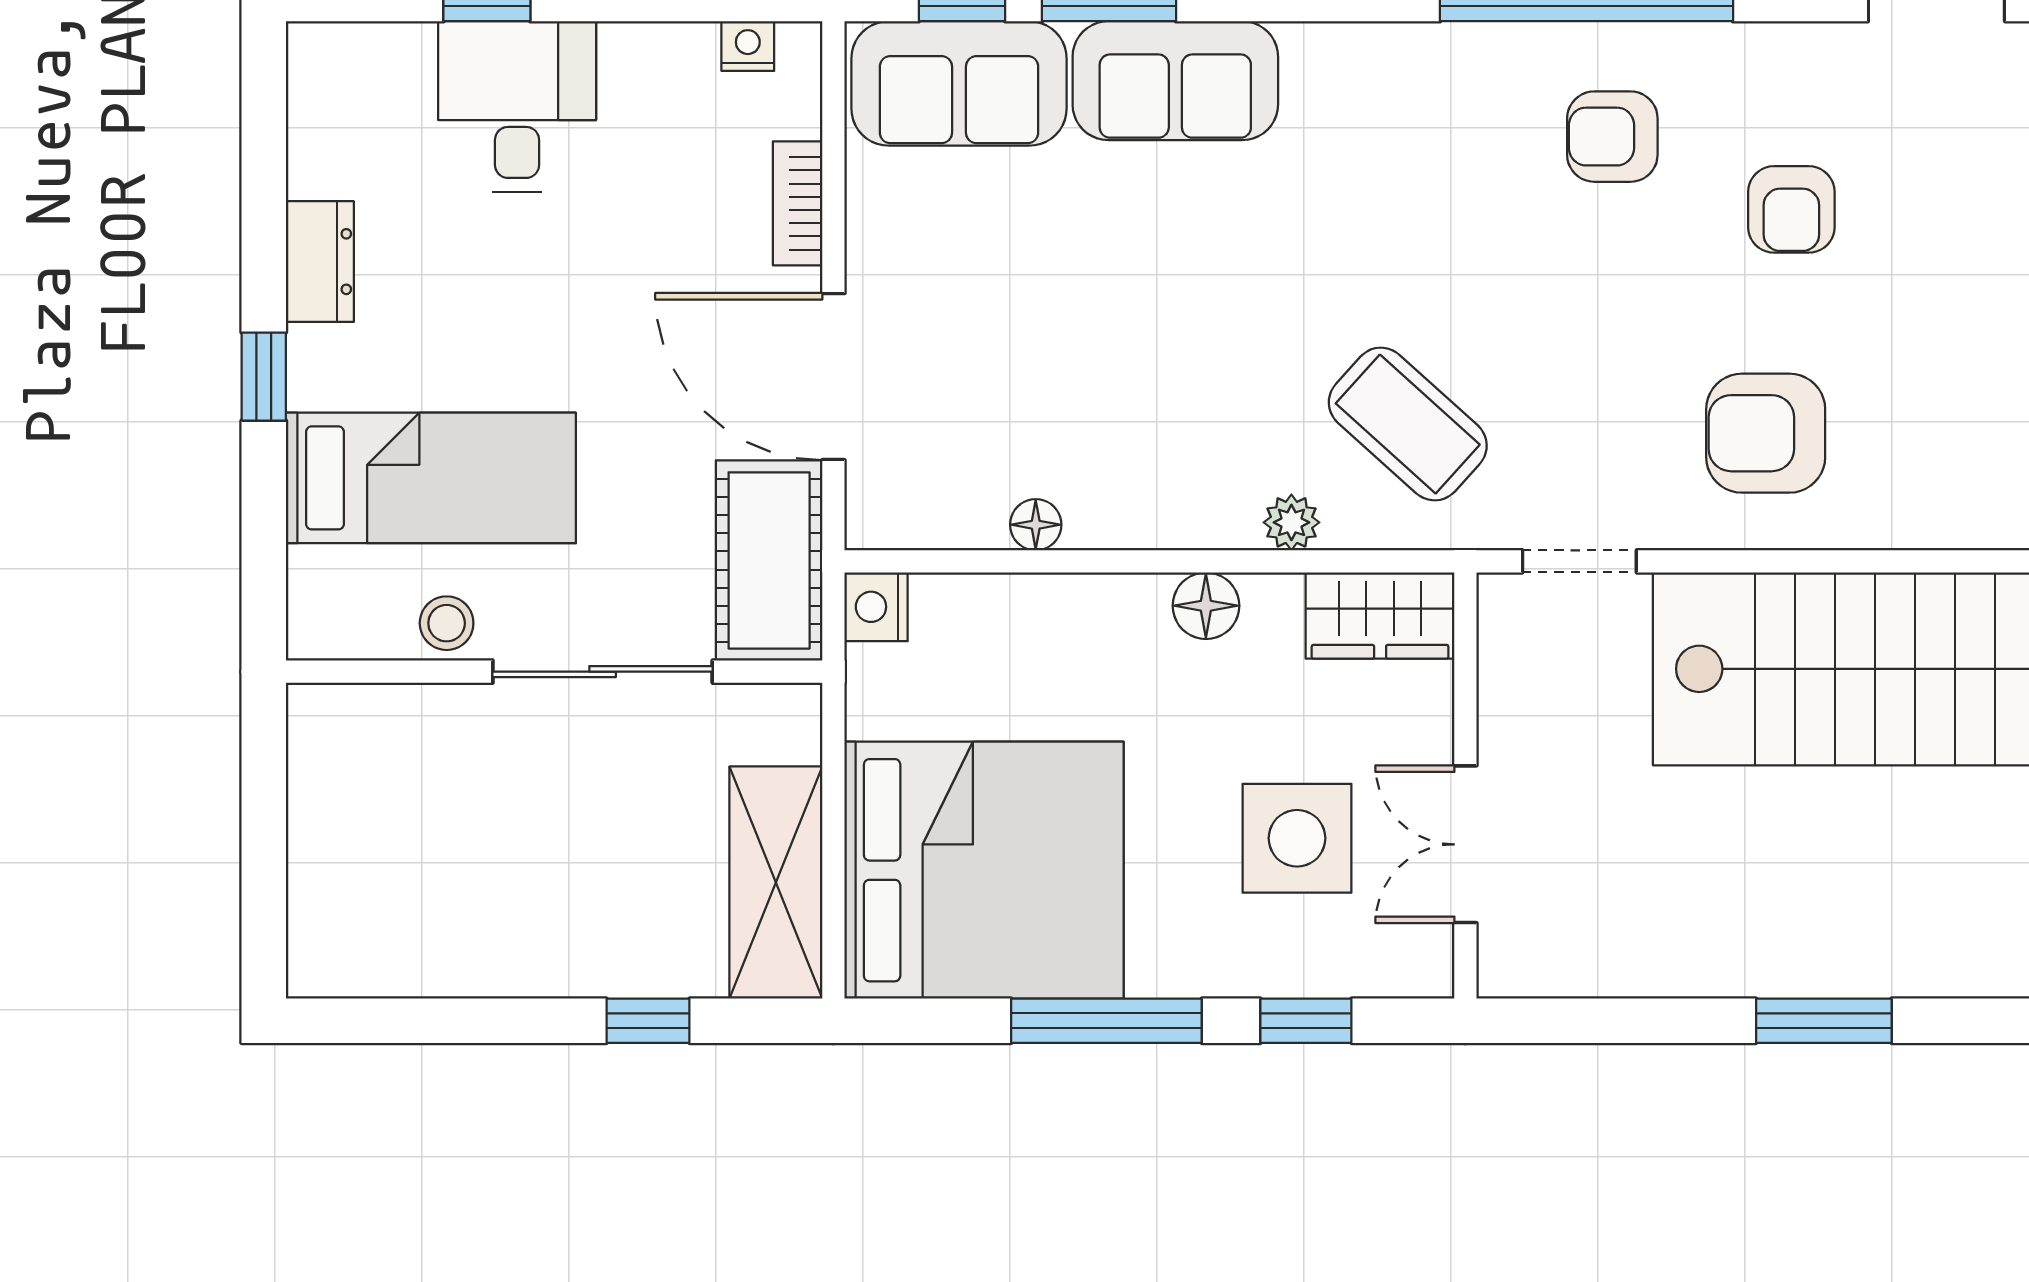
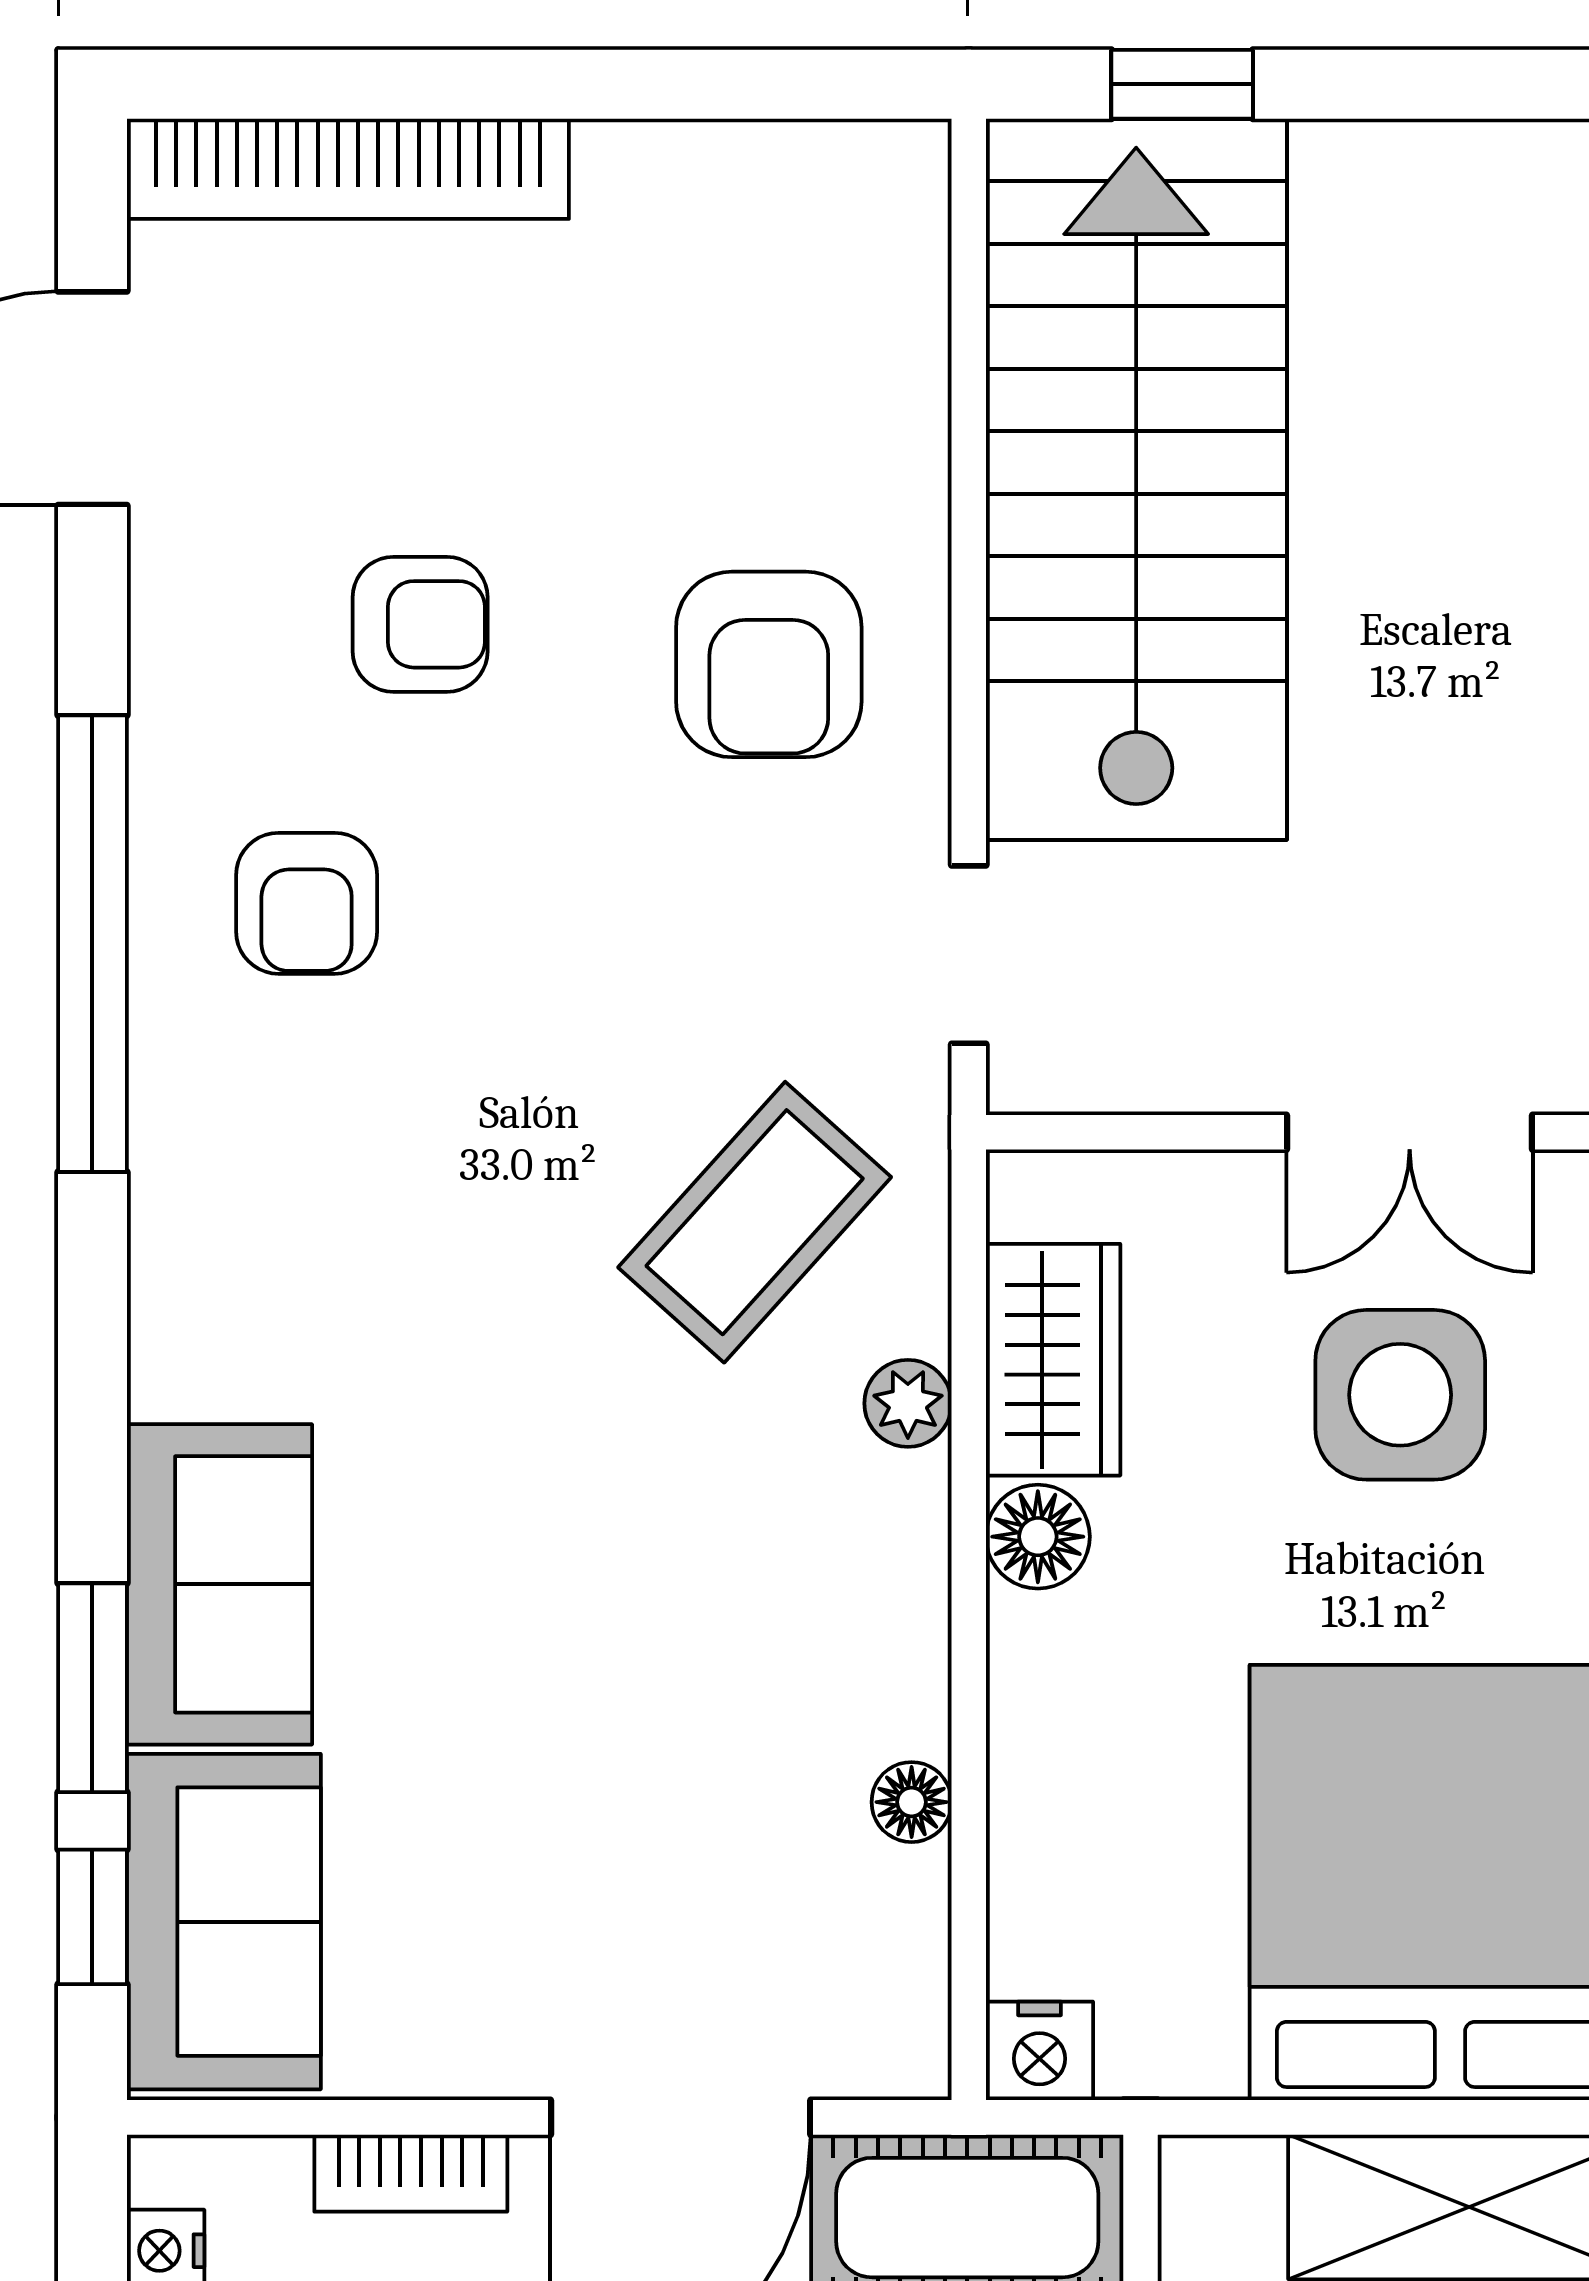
wardrobe: (1380, 616) -> (1053, 1360), moved

